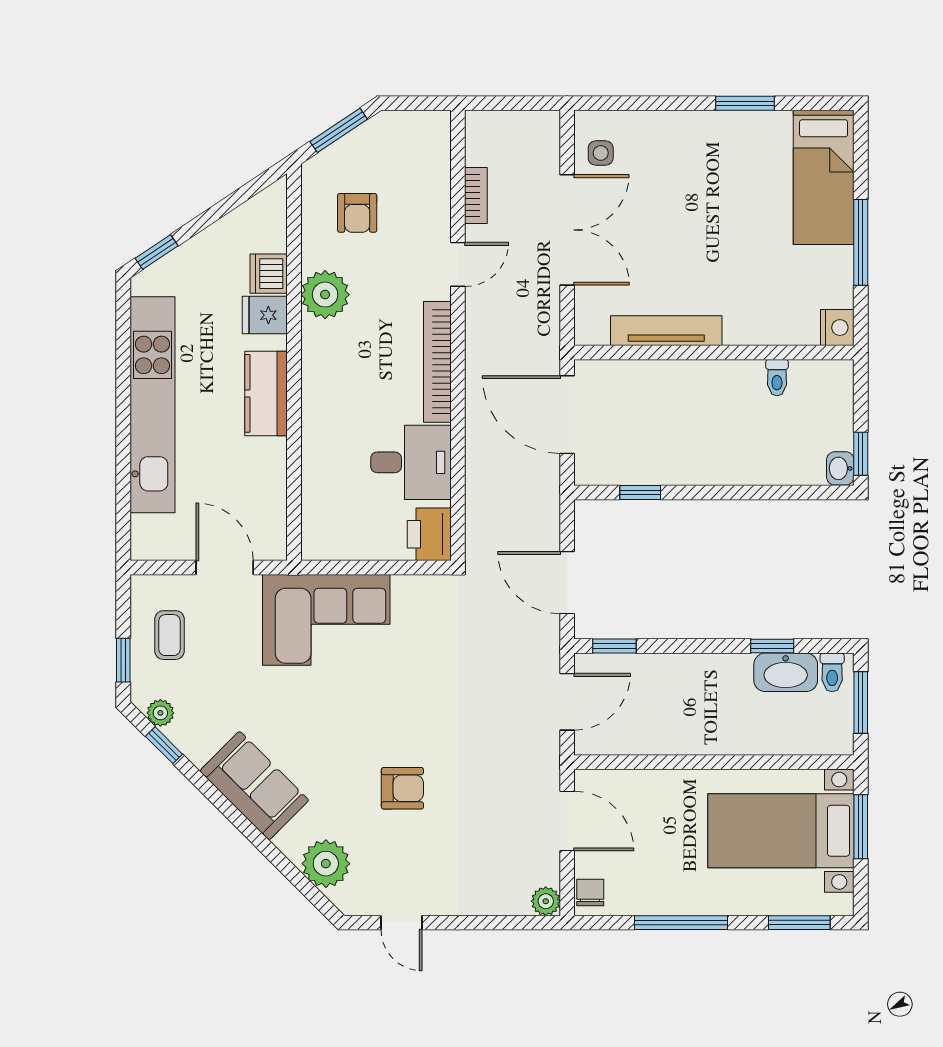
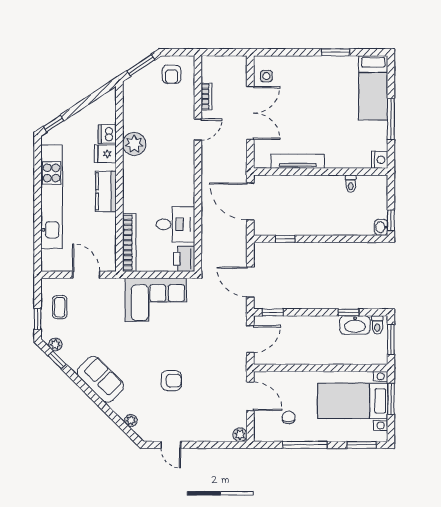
armchair: (357, 213) -> (172, 74), moved
bookcase: (437, 362) -> (129, 243), moved, turned 180
corner sofa: (326, 620) -> (156, 300), moved
plant: (326, 864) -> (131, 420), width x0.53, depth x0.53
chair: (590, 892) -> (289, 417), moved

